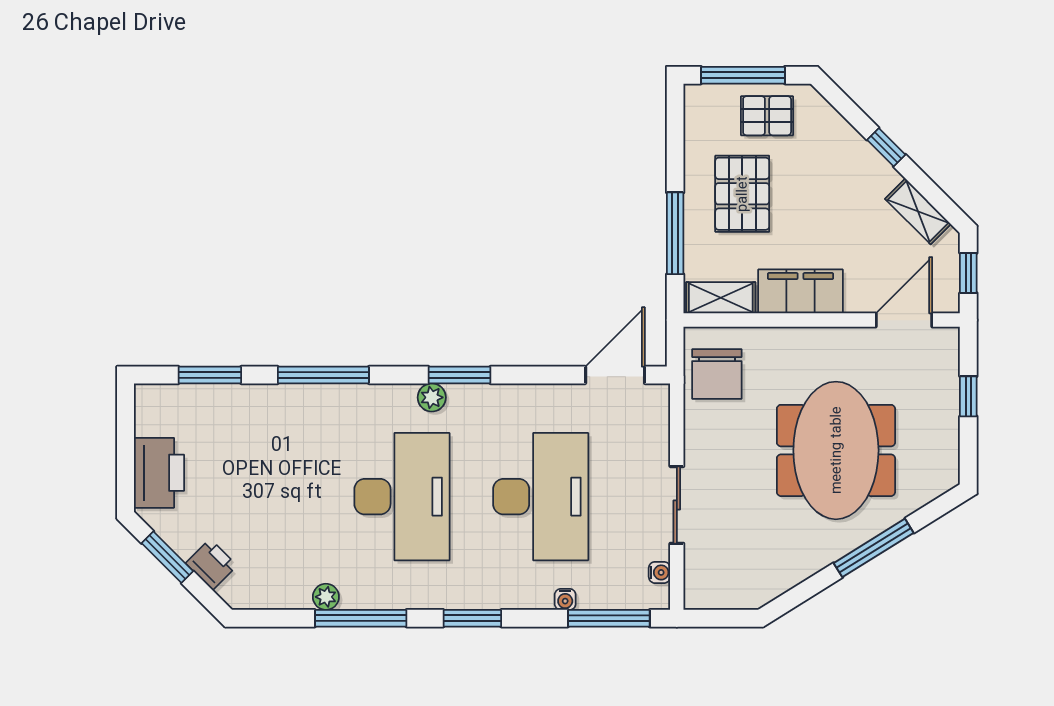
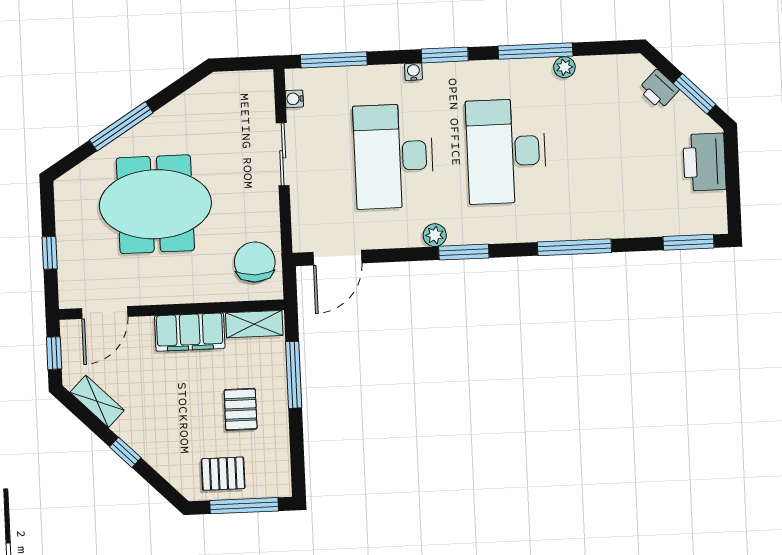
pallet: (742, 194) -> (241, 409), width x0.67, depth x0.71
window: (210, 375) -> (688, 242), moved
plant: (432, 397) -> (435, 235), moved
meeting table: (836, 450) -> (155, 204), turned 90
water cooler: (565, 599) -> (413, 72), moved

